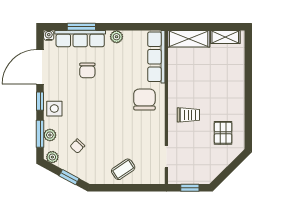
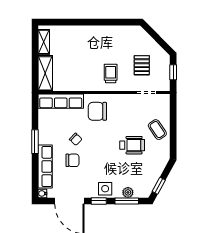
window: (81, 27) -> (35, 142), moved
plant: (117, 37) -> (44, 135), removed
pallet: (223, 133) -> (142, 65), moved, turned 90
wheelchair: (105, 140) -> (132, 145), added
chair: (77, 146) -> (76, 139), moved
plant: (52, 157) -> (147, 190), removed
window: (69, 177) -> (159, 186), moved

